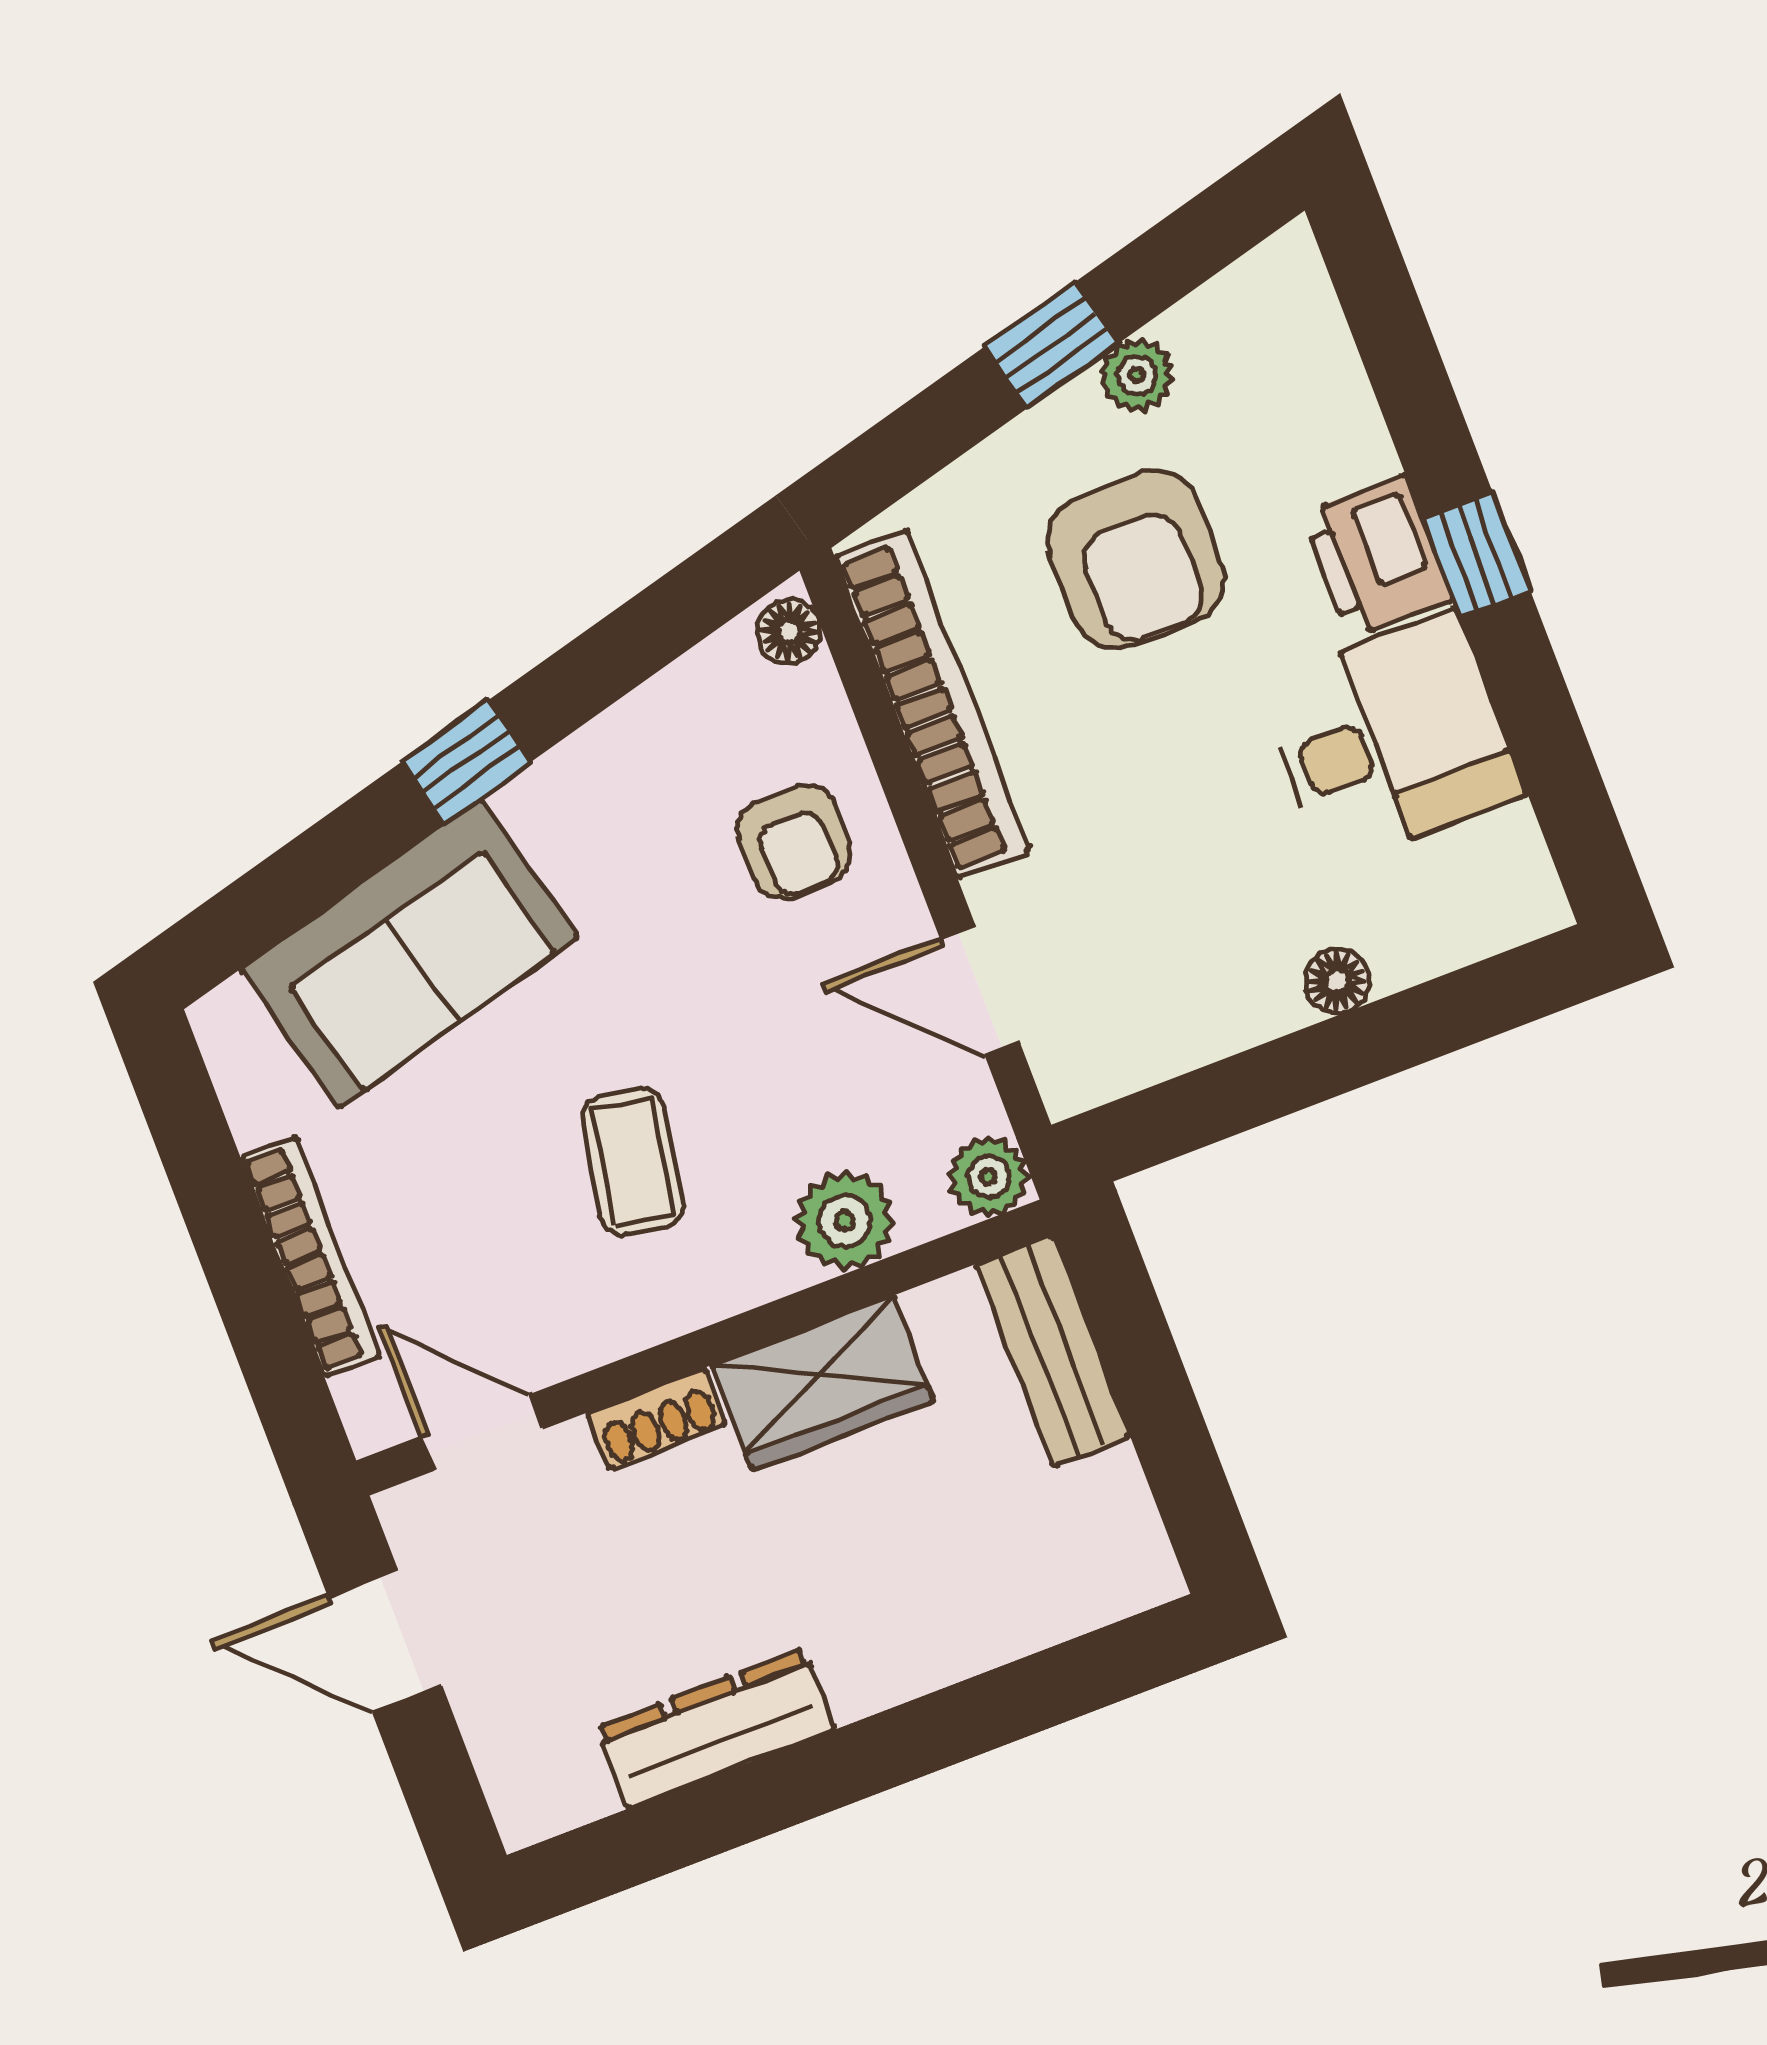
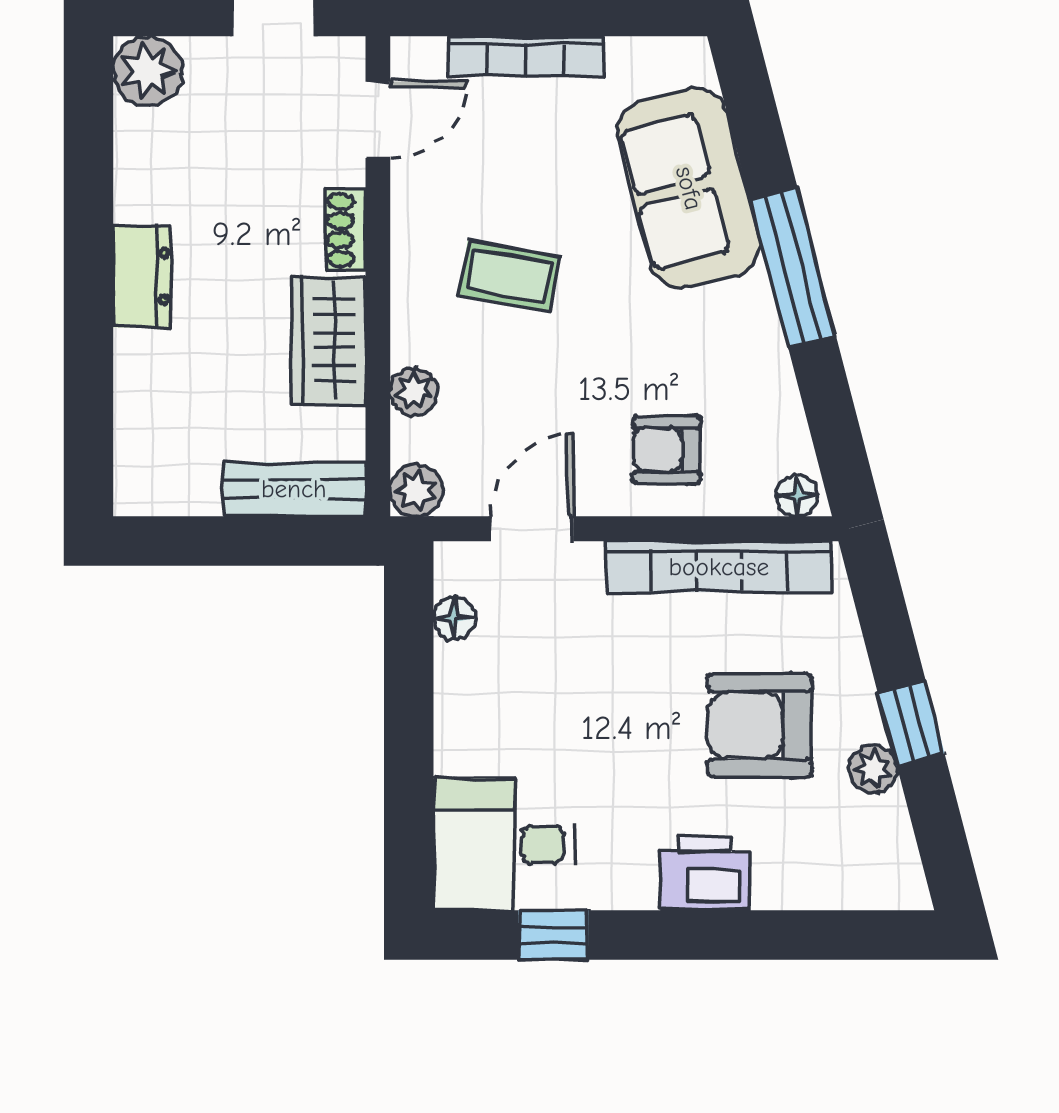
window: (1476, 555) -> (553, 935), moved
desk: (1391, 740) -> (504, 845), moved, turned 90
window: (466, 762) -> (793, 267), width x2.17
floor lamp: (1337, 981) -> (455, 618), moved
plant: (845, 1221) -> (414, 392), width x0.73, depth x0.73
dresser: (716, 1728) -> (142, 276), moved, width x0.70
plant: (537, 1787) -> (148, 71), added

